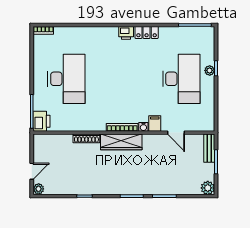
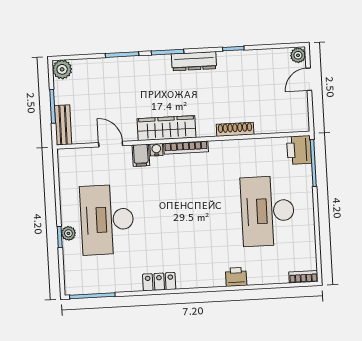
printer: (126, 33) -> (236, 277), moved
wardrobe: (121, 142) -> (167, 128), moved
dresser: (113, 189) -> (194, 61), added

